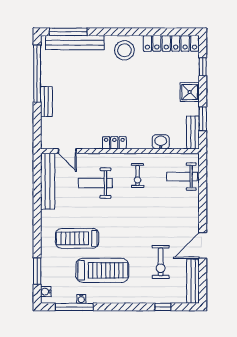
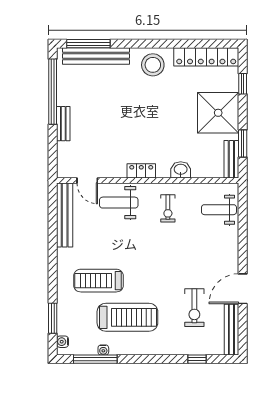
shower: (190, 92) -> (218, 113), width x1.86, depth x1.86
washbasin: (161, 142) -> (181, 170), moved
weight bench: (95, 183) -> (119, 203), moved

